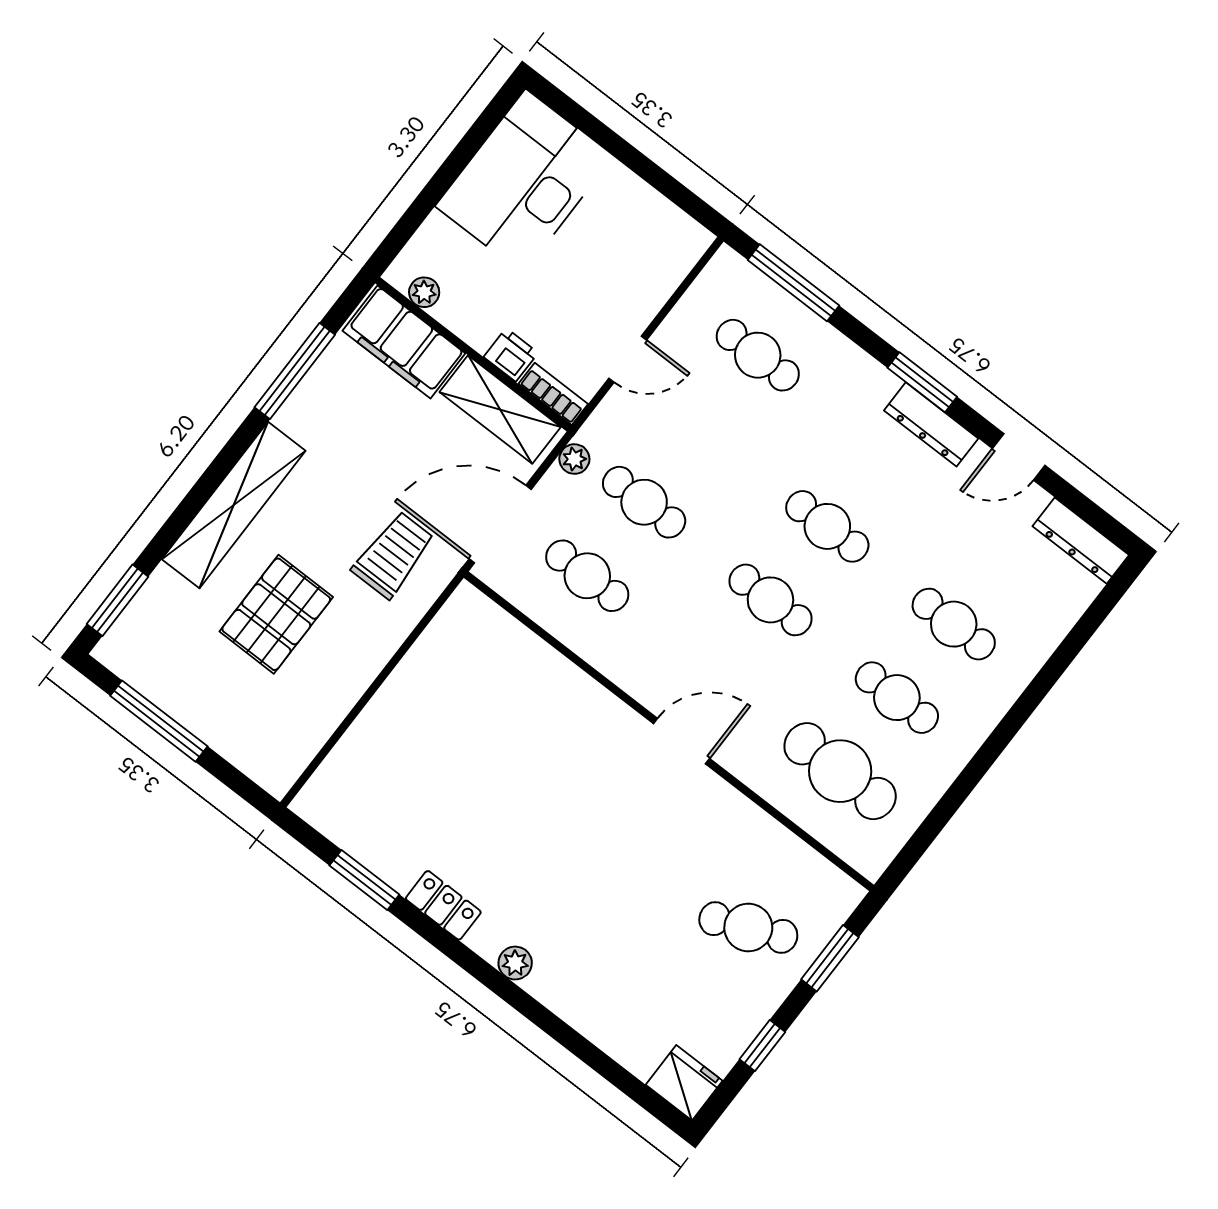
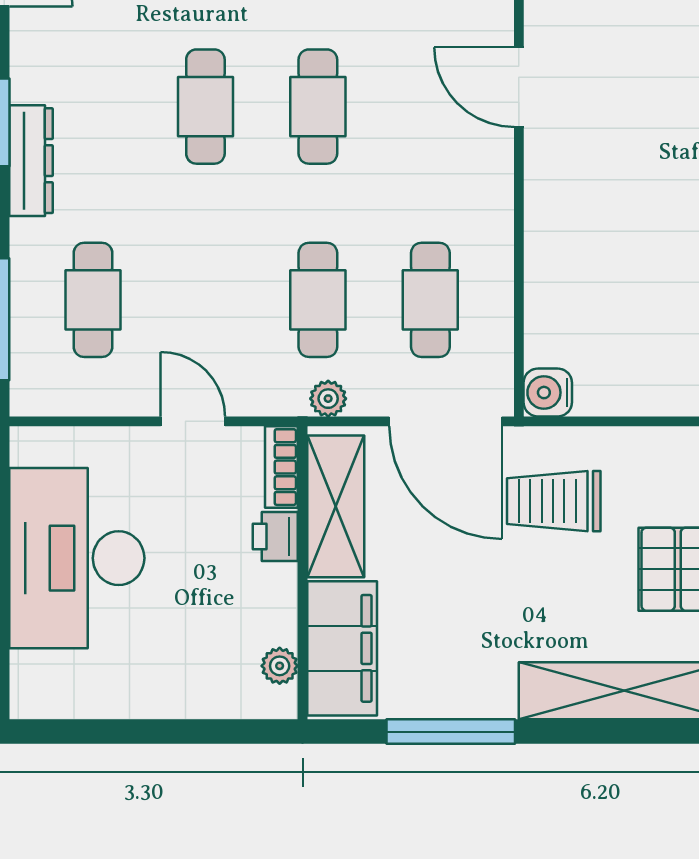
desk: (524, 181) -> (77, 558), moved, turned 90
dresser: (931, 424) -> (31, 161), moved
water cooler: (467, 606) -> (548, 393), added

